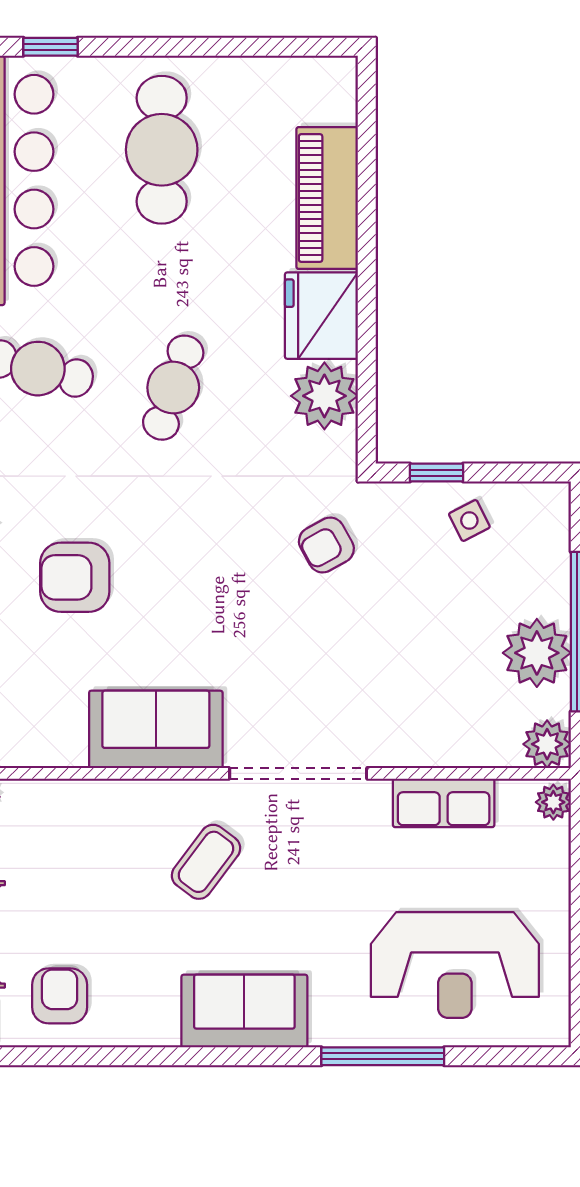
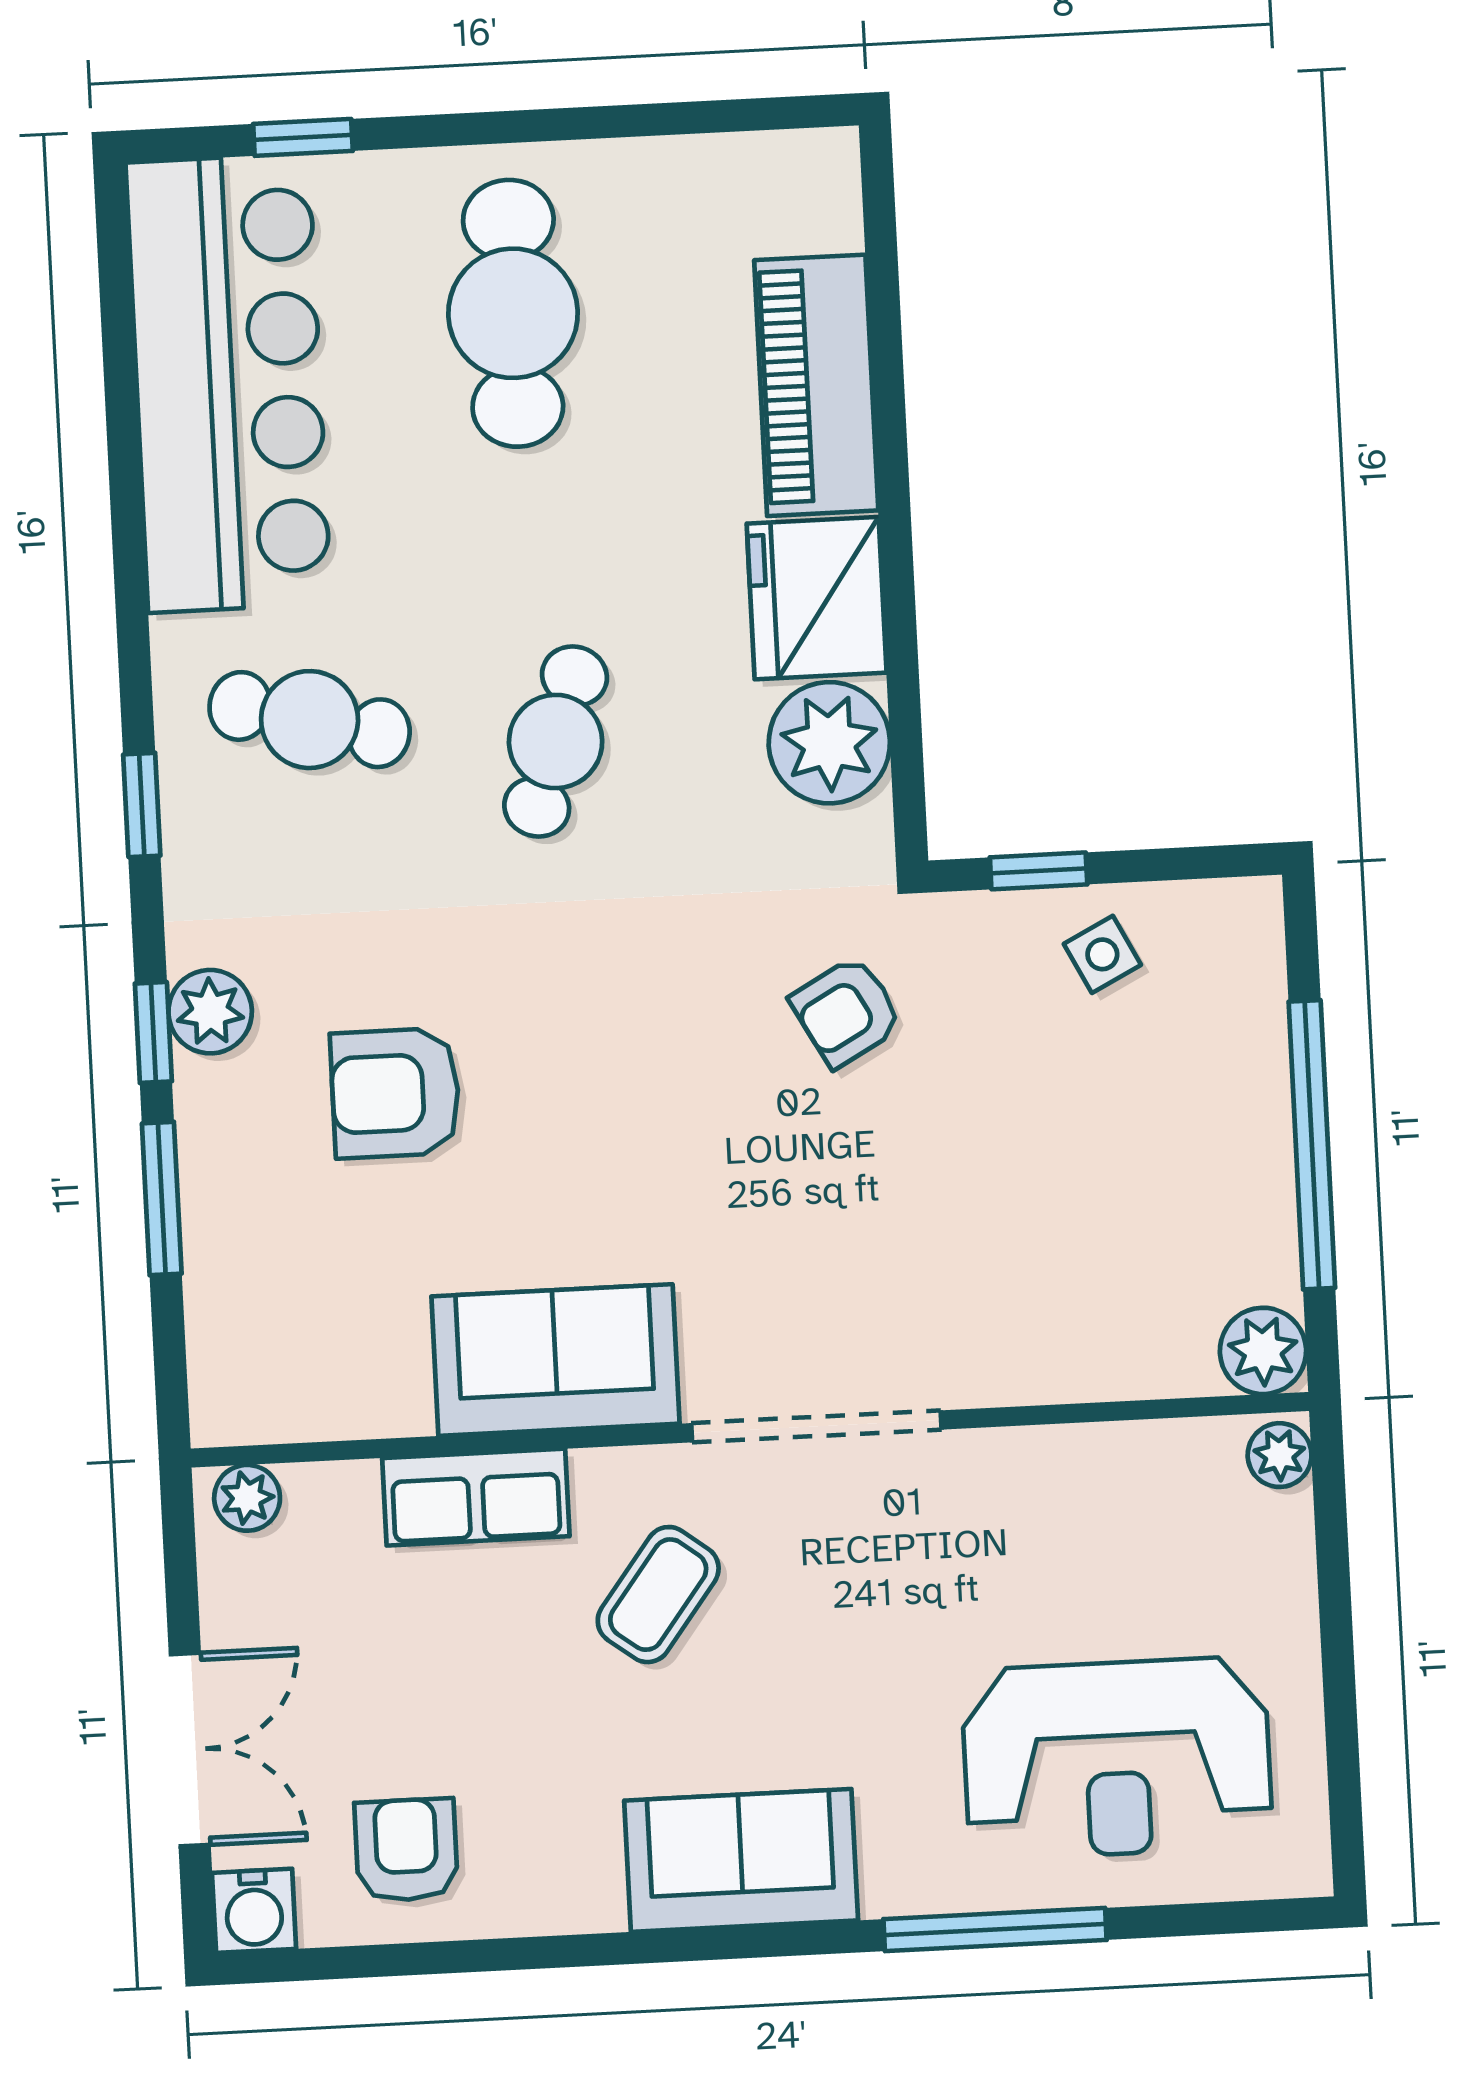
plant: (537, 653) -> (1236, 1187), removed
row of seats: (444, 803) -> (476, 1497), moved

